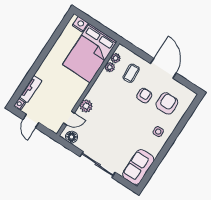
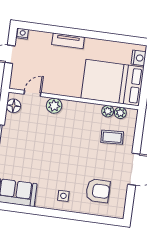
tv unit: (31, 89) -> (68, 41), moved
armchair: (144, 96) -> (95, 163), removed
door: (69, 118) -> (33, 93), swing flipped

